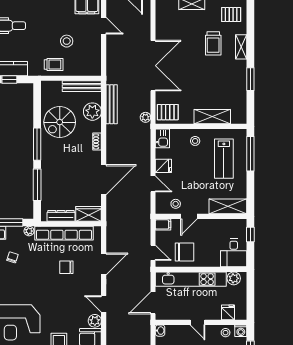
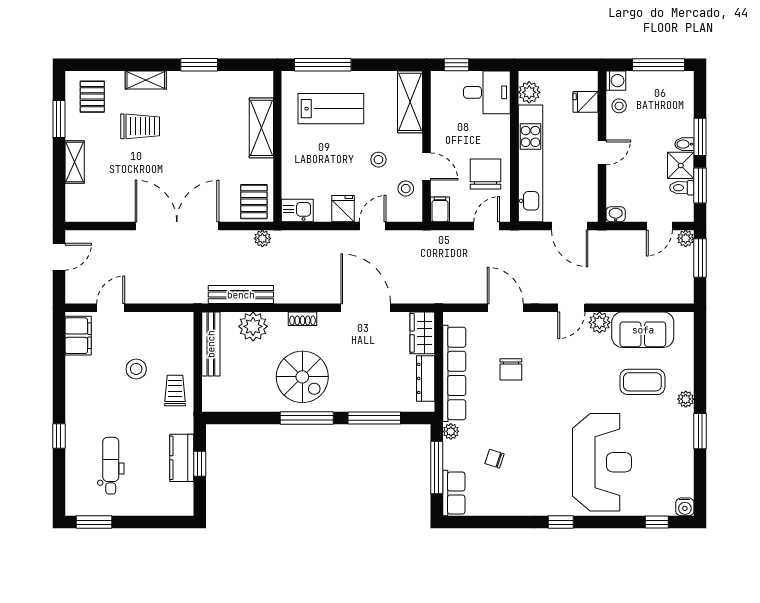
spiral stairs: (60, 122) -> (302, 377), moved
stool: (195, 141) -> (378, 160), moved

